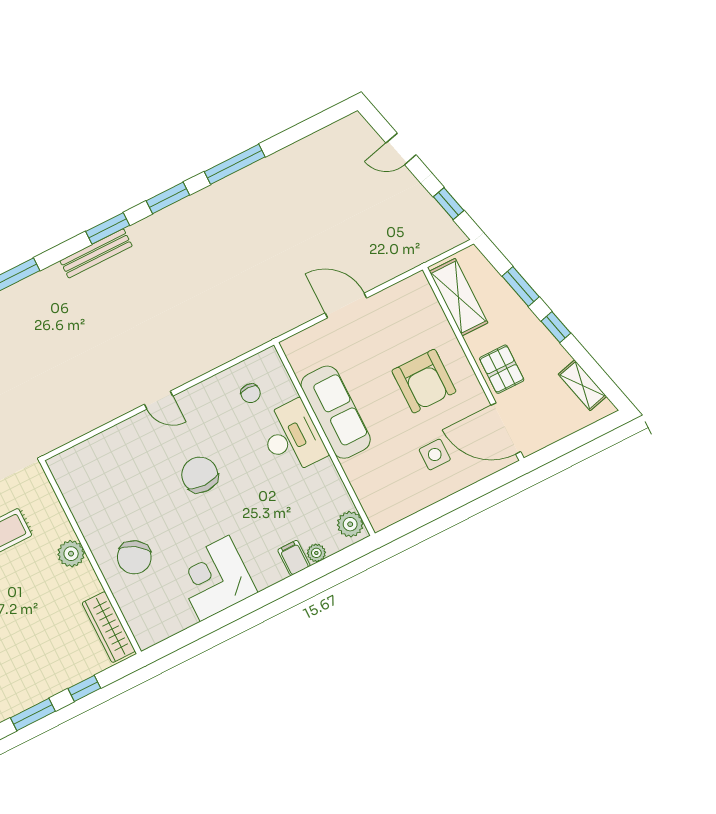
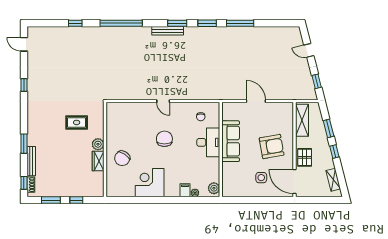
armchair: (424, 381) -> (272, 147), turned -100
wardrobe: (109, 627) -> (98, 161), moved, width x0.67

